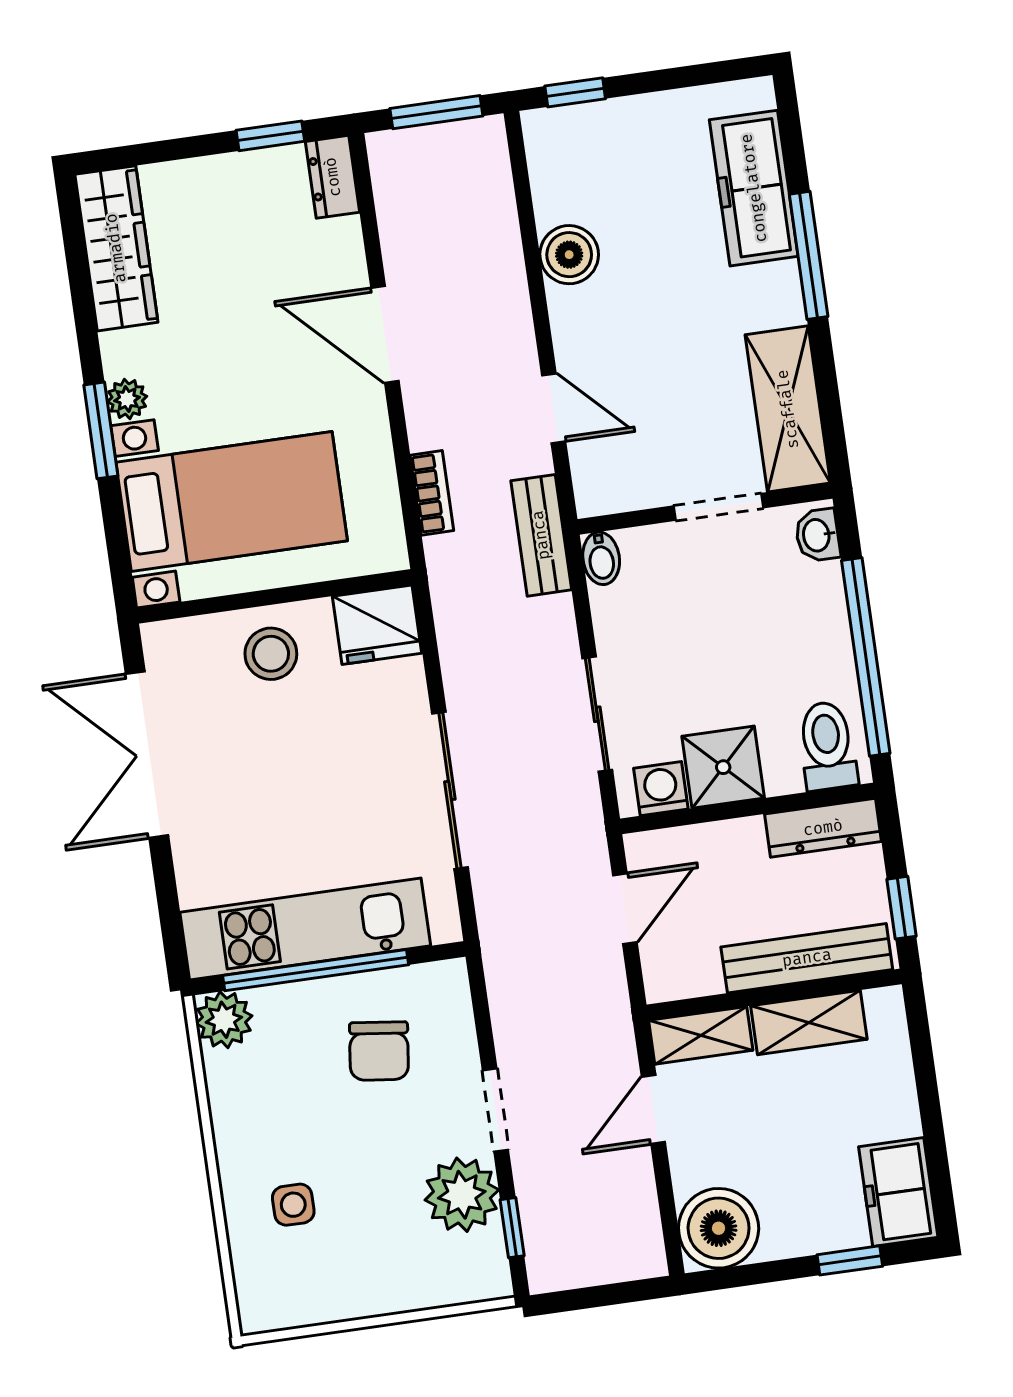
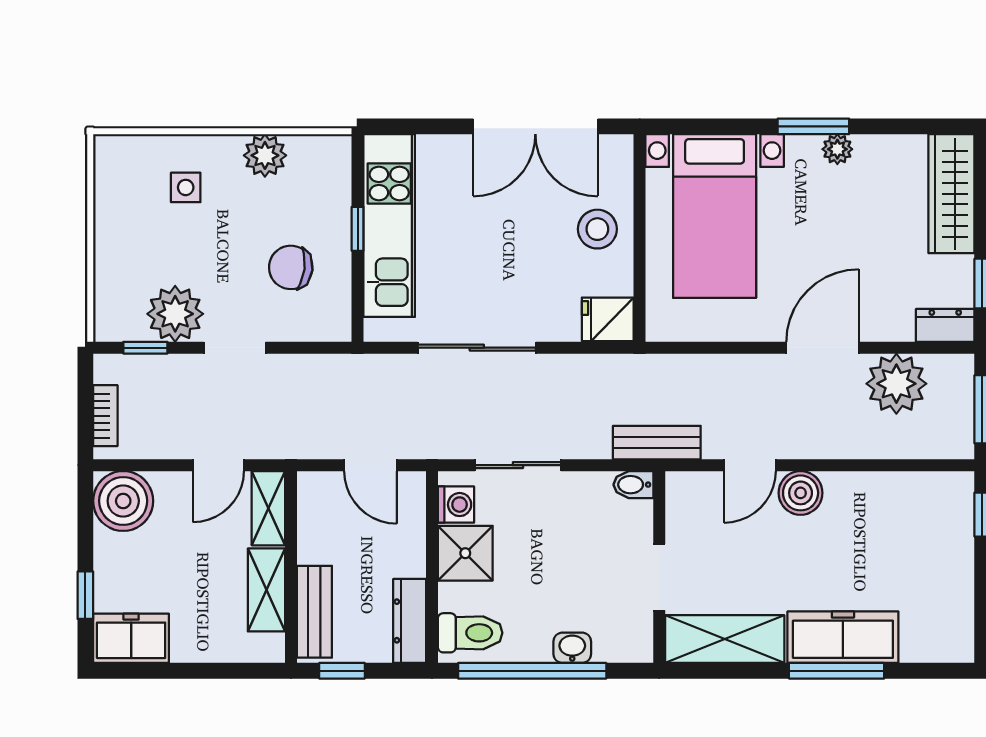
freezer: (754, 188) -> (843, 637), moved
plant: (419, 230) -> (896, 384), added
wardrobe: (116, 248) -> (951, 194), moved, turned 90
boiler: (569, 255) -> (801, 493), moved
plant: (127, 399) -> (837, 149), moved
window: (101, 430) -> (813, 126), moved
bookcase: (432, 493) -> (105, 416), moved, turned -90
washbasin: (817, 535) -> (572, 648), moved
fridge: (377, 625) -> (608, 319), width x0.72
double door: (147, 755) -> (535, 126), swing flipped
bench: (807, 958) -> (314, 612), width x0.73
window: (316, 970) -> (358, 229), width x0.32
plant: (224, 1020) -> (265, 155), moved
door: (653, 1109) -> (218, 465), swing flipped

